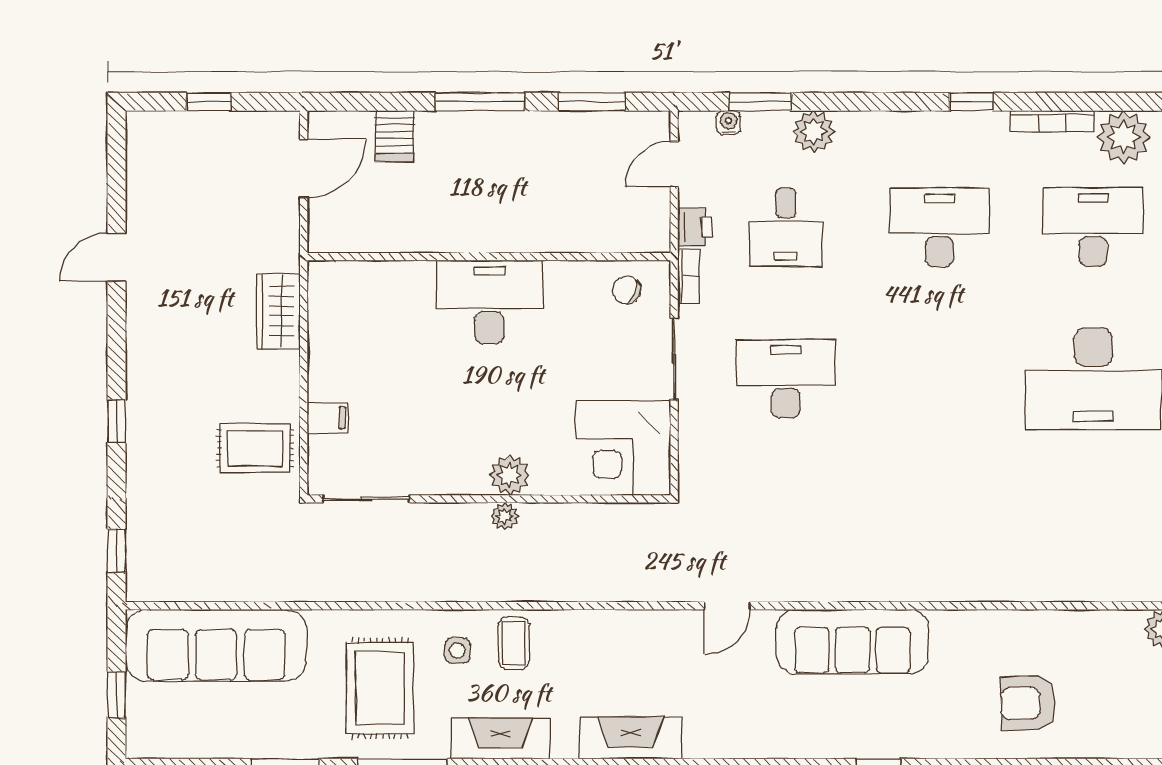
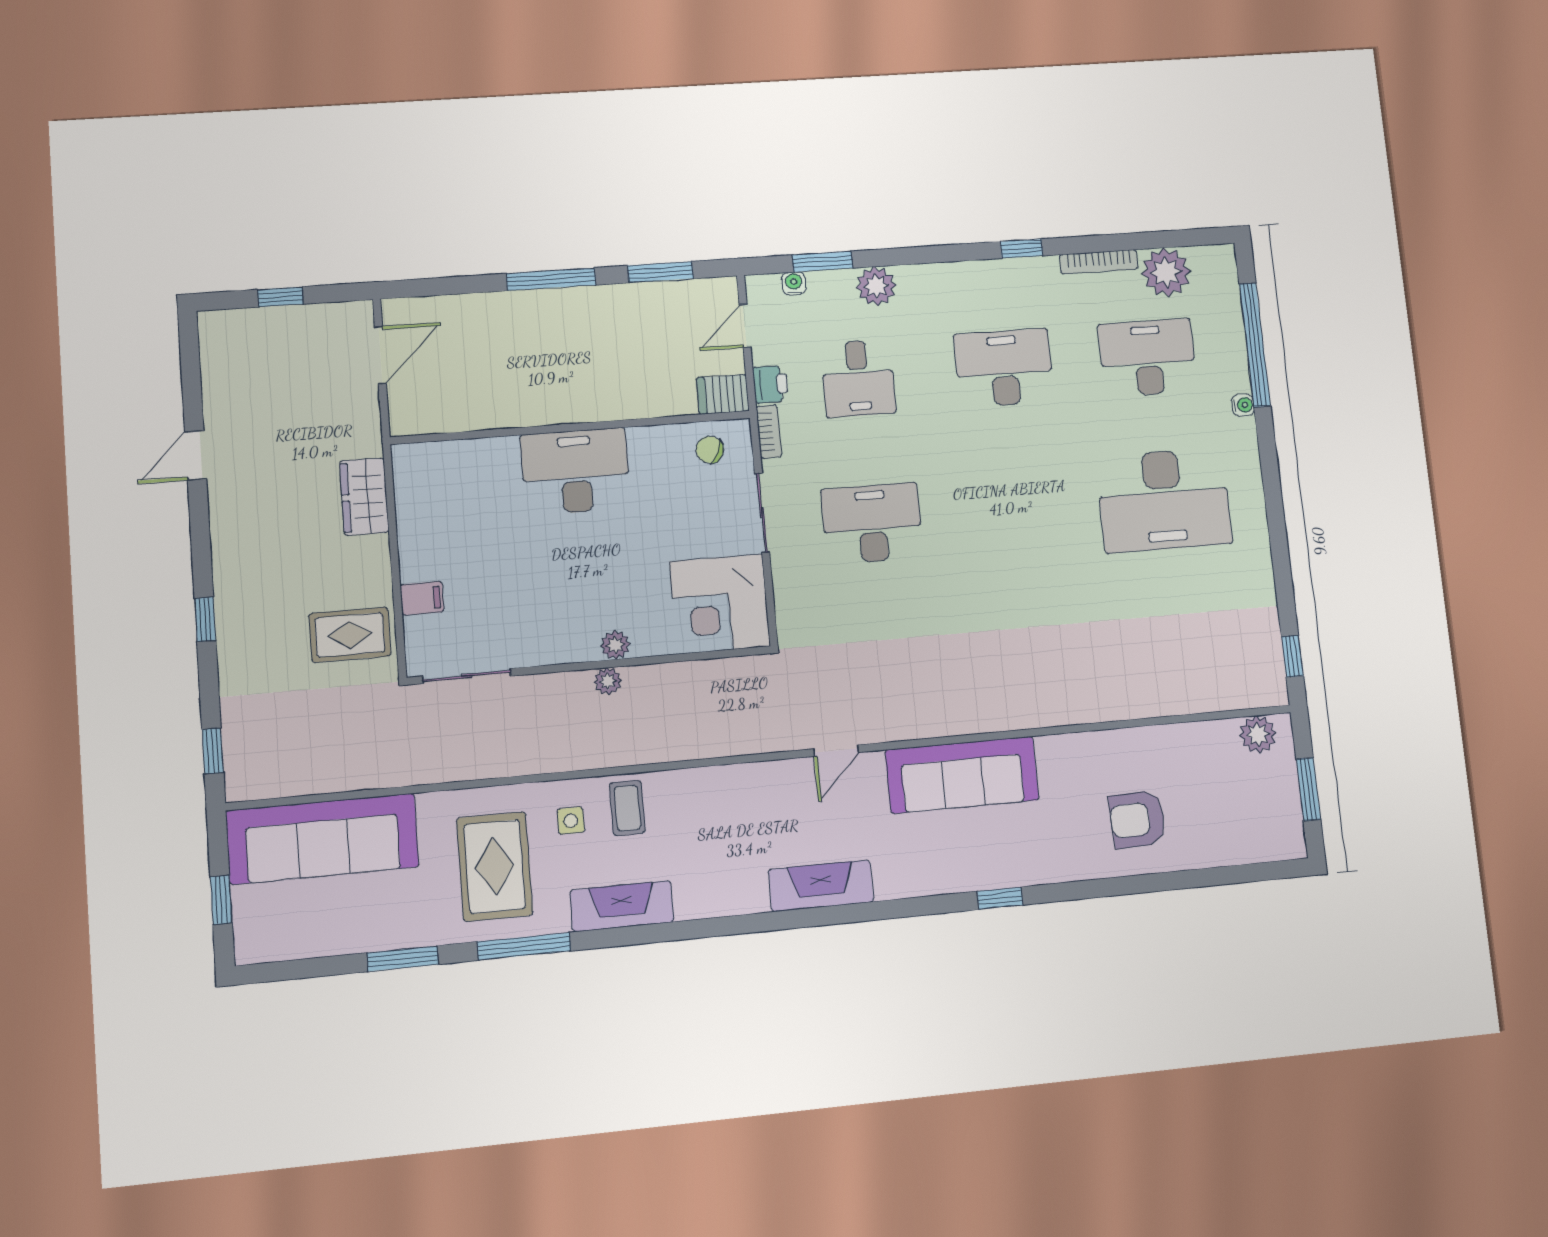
server rack: (394, 136) -> (723, 394), moved, turned 90
plant: (510, 475) -> (615, 645), width x0.73, depth x0.73
fireplace: (631, 738) -> (821, 886), moved

